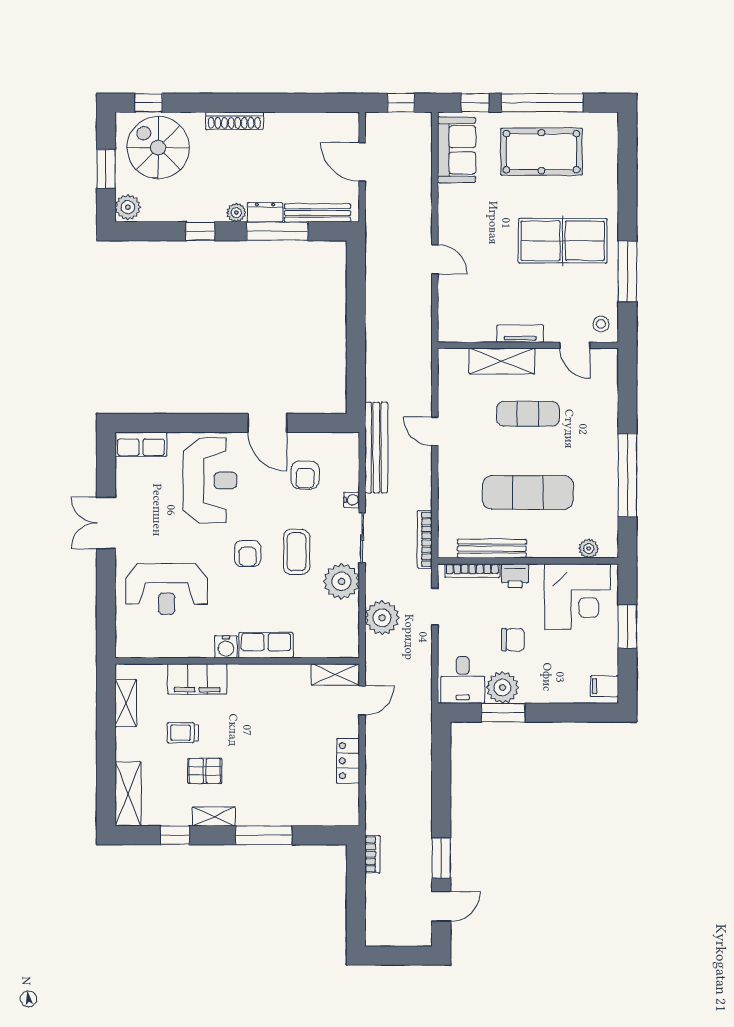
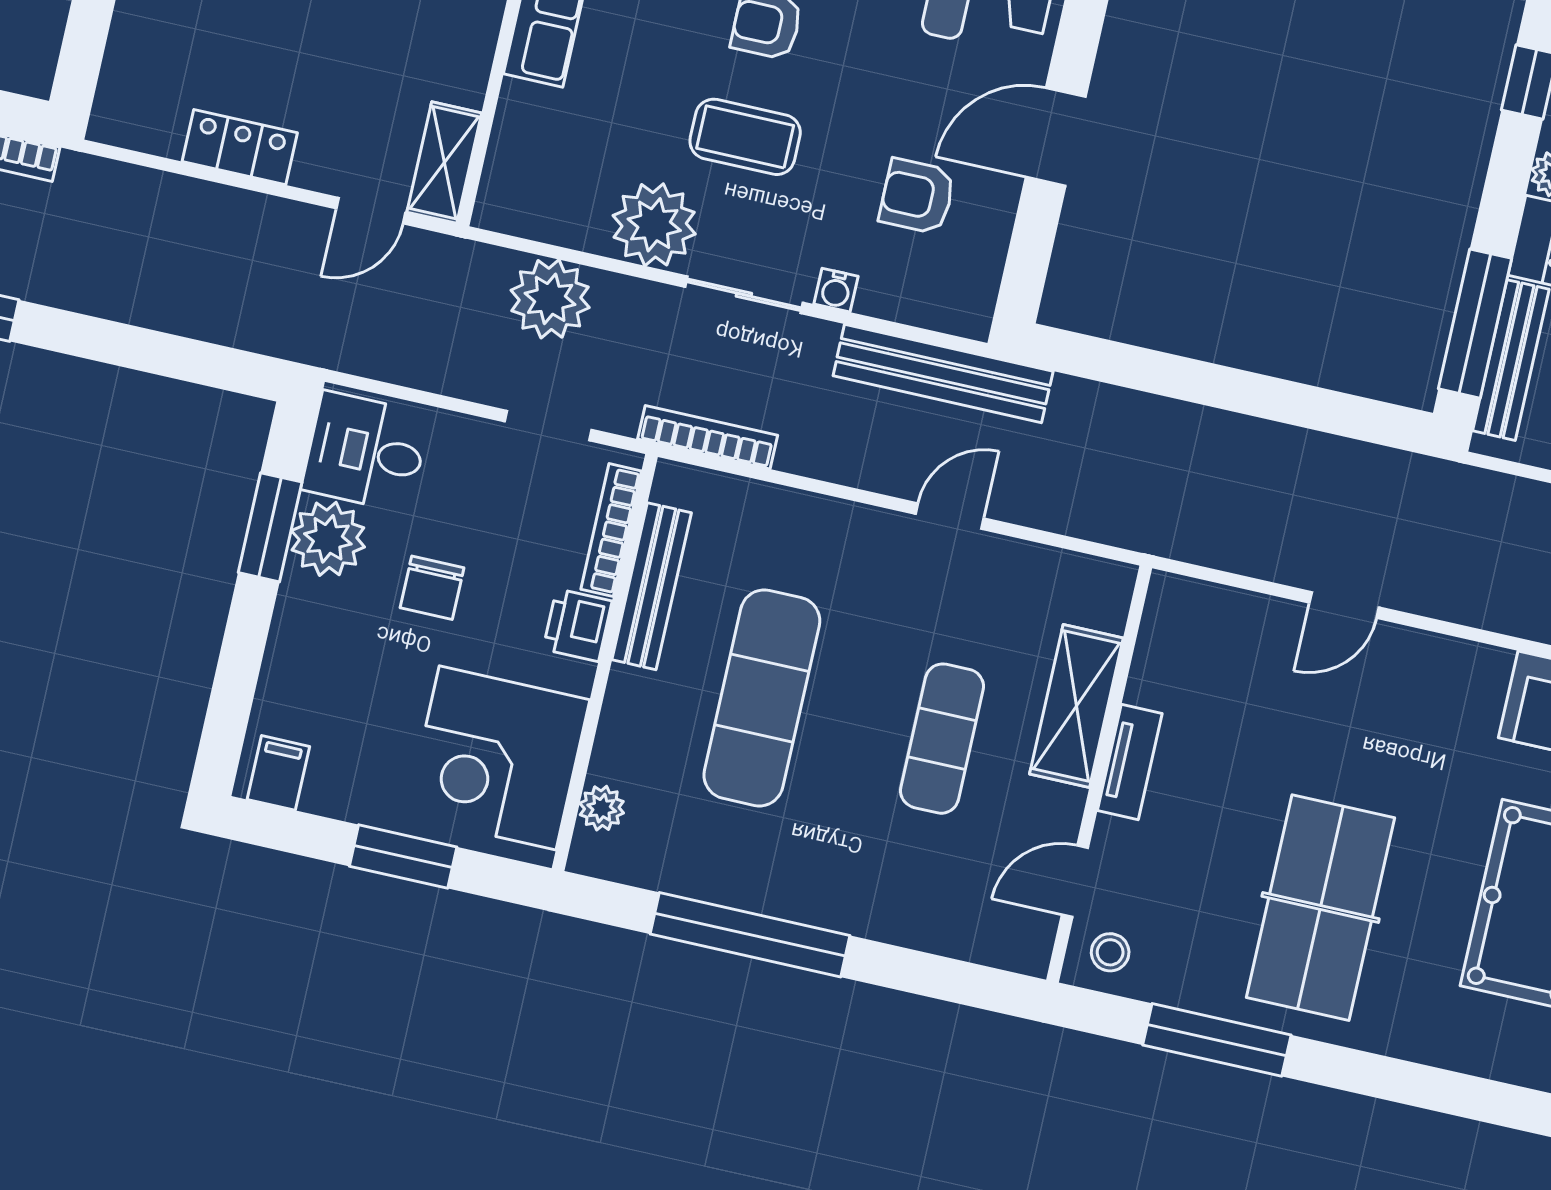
window: (277, 231) -> (1475, 324), moved
door: (362, 700) -> (371, 211), hinge flipped

